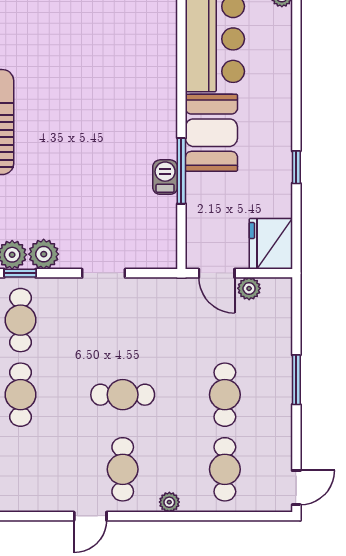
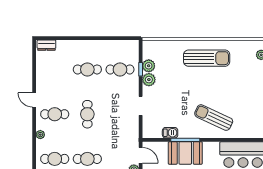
sun lounger: (130, 106) -> (214, 118), added
booth: (211, 133) -> (185, 153), moved
barbecue: (165, 177) -> (170, 133), moved
door: (217, 273) -> (141, 155), swing flipped

